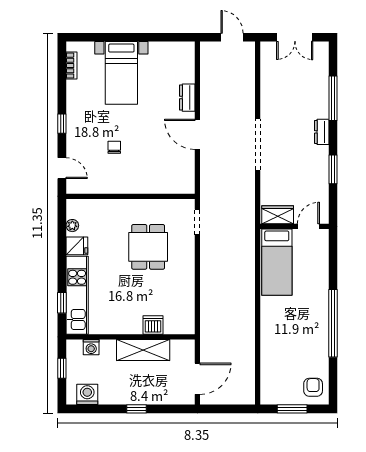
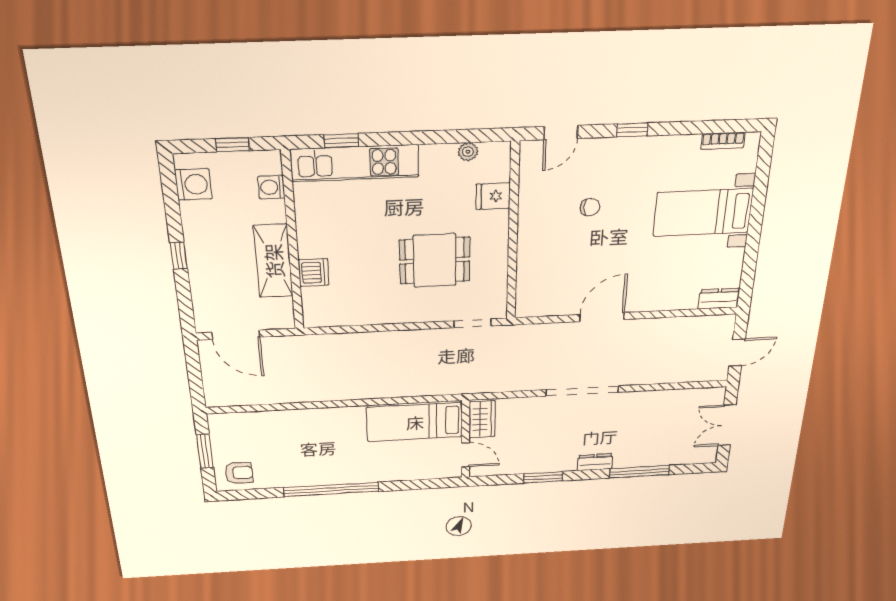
dresser: (187, 98) -> (719, 299), moved
fridge: (77, 246) -> (493, 196), moved, turned 90

